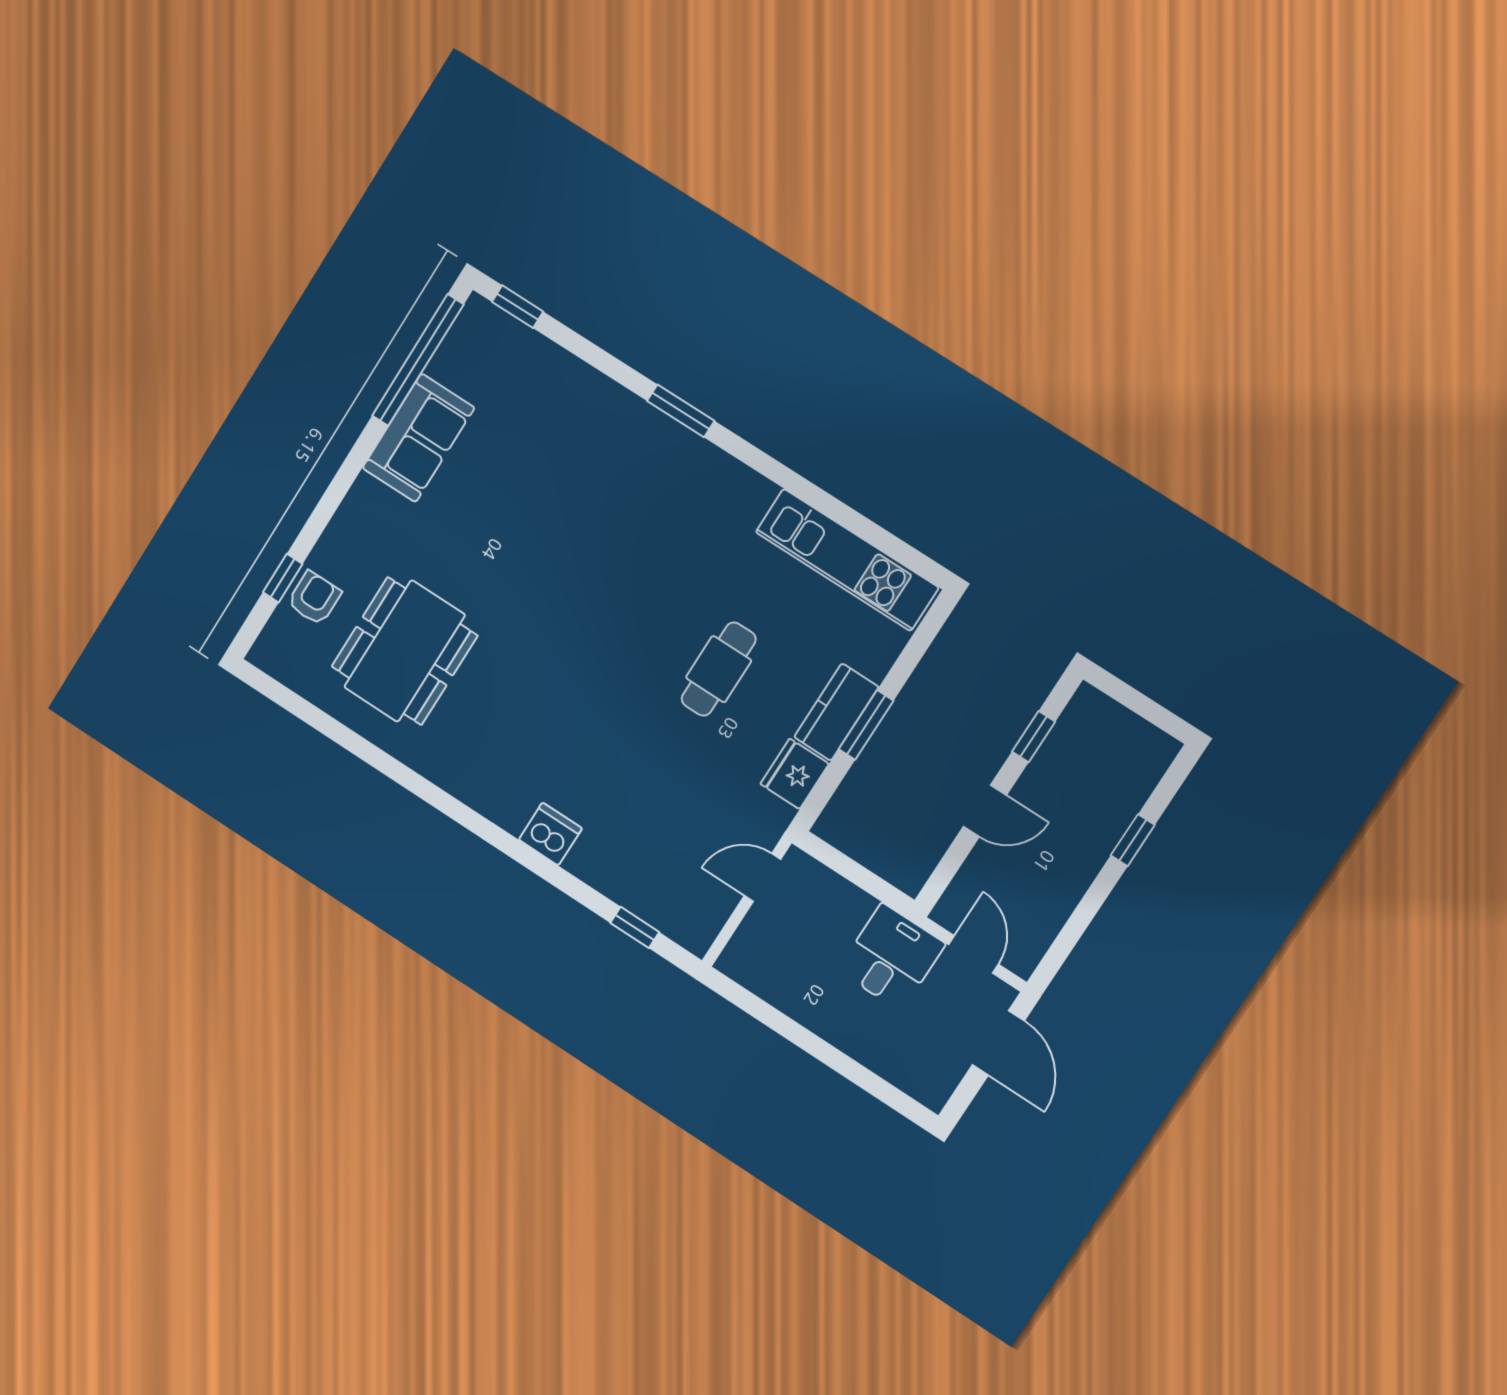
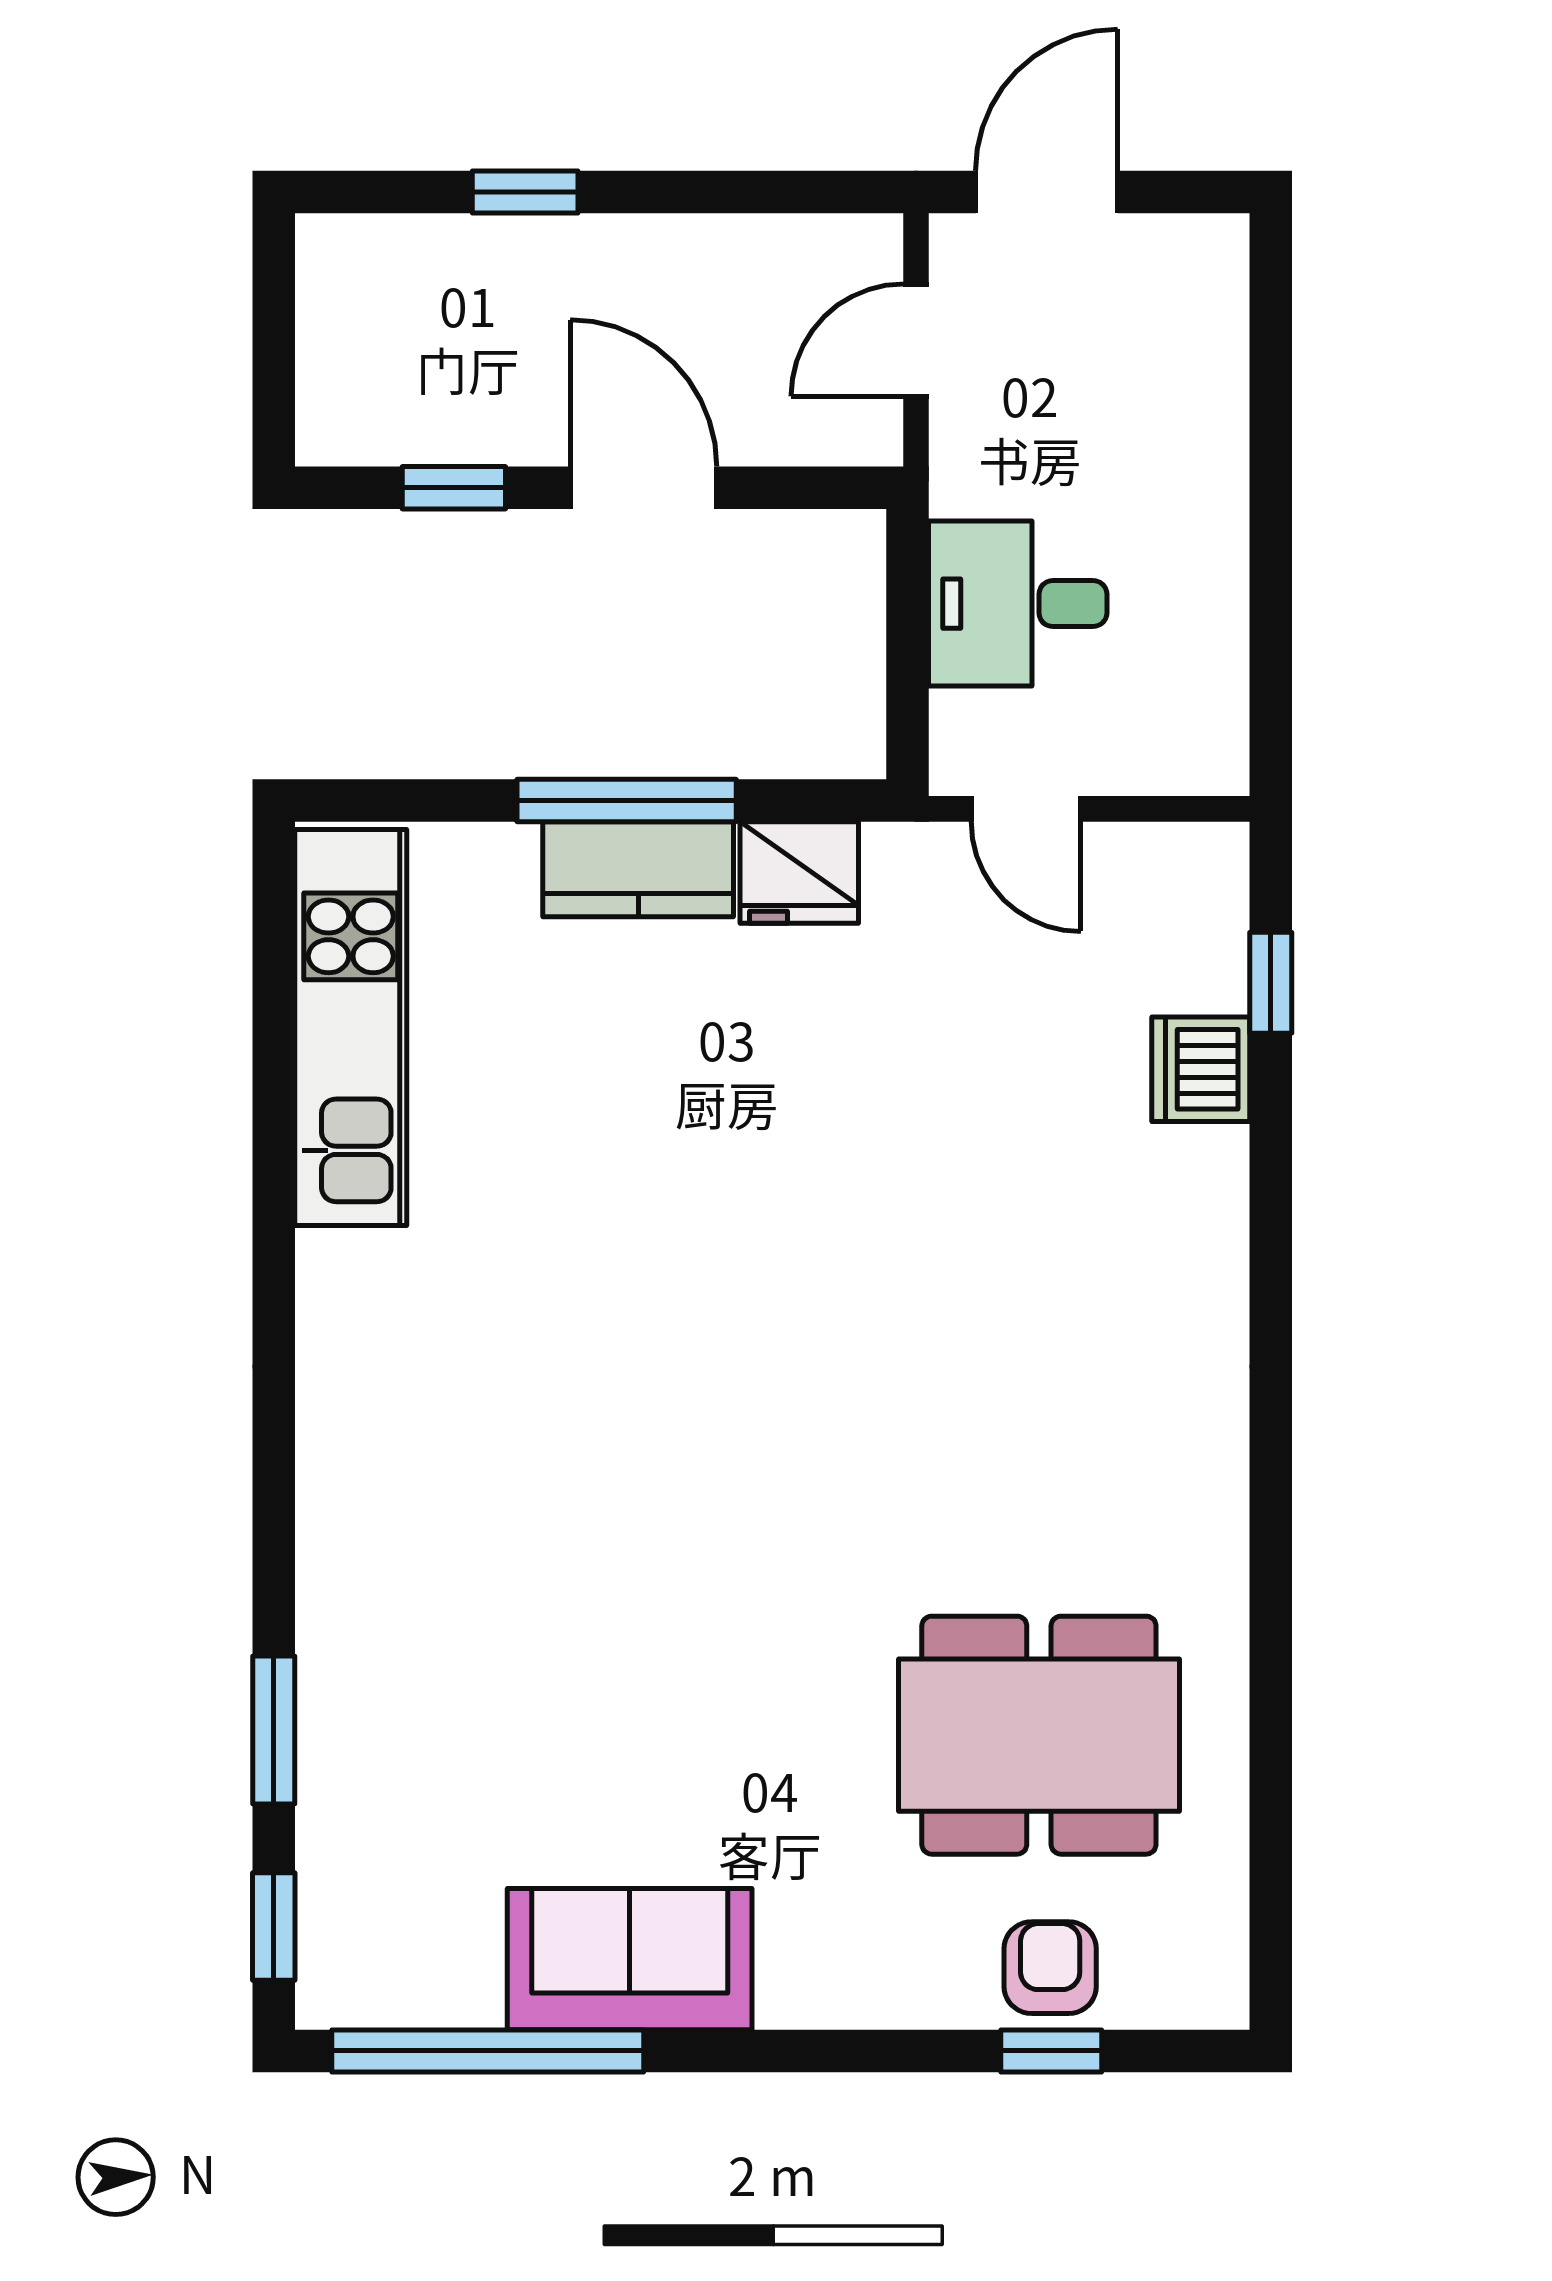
window: (681, 411) -> (274, 1730), moved
armchair: (314, 598) -> (1050, 1968), turned 90
cafe table: (719, 669) -> (698, 1133), removed
window: (866, 725) -> (627, 800), width x1.44
door: (985, 811) -> (643, 488), width x1.38
dishwasher: (550, 834) -> (1201, 1069), moved
desk: (891, 957) -> (1018, 604), moved

